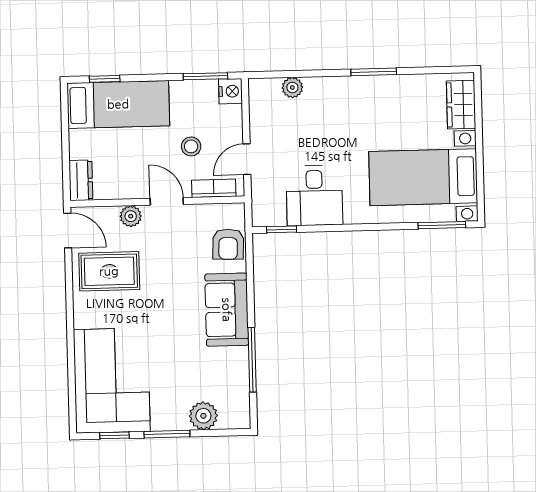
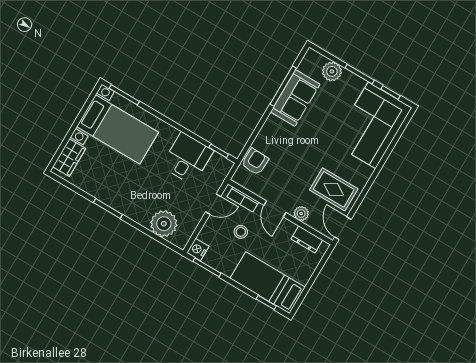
plant: (292, 88) -> (164, 224), width x1.88, depth x1.88
dresser: (81, 180) -> (307, 239), moved, turned -90
sofa: (227, 310) -> (295, 98), moved

